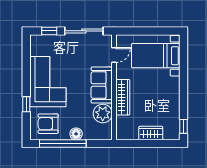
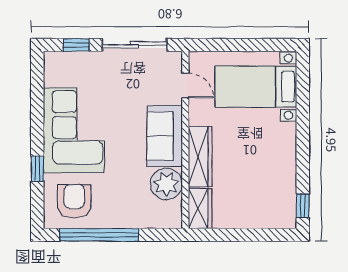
door: (114, 55) -> (185, 85), hinge flipped
armchair: (48, 124) -> (74, 201), turned 90
wardrobe: (151, 133) -> (200, 209), moved, turned 90
floor lamp: (76, 134) -> (121, 218), removed

